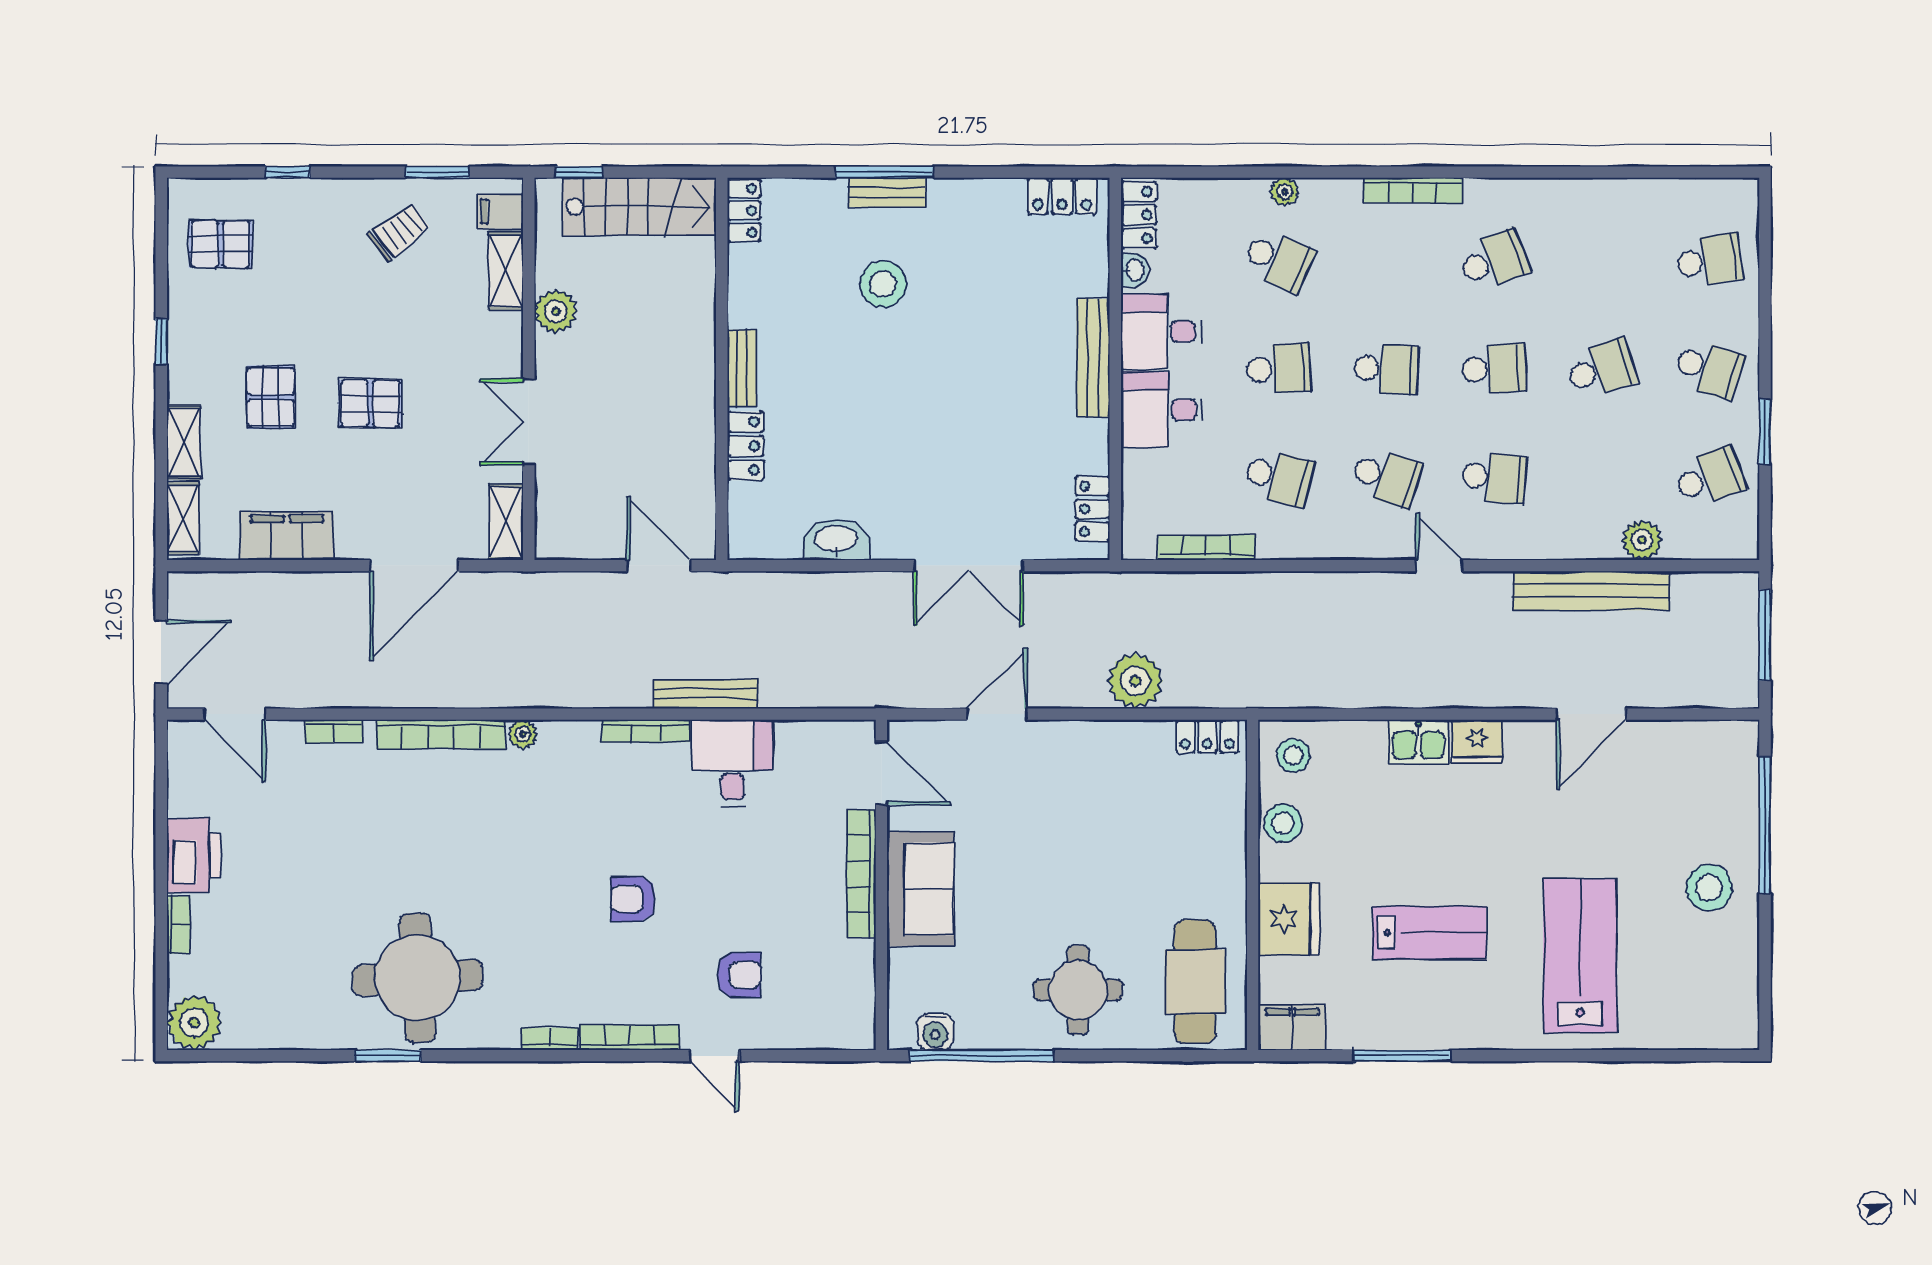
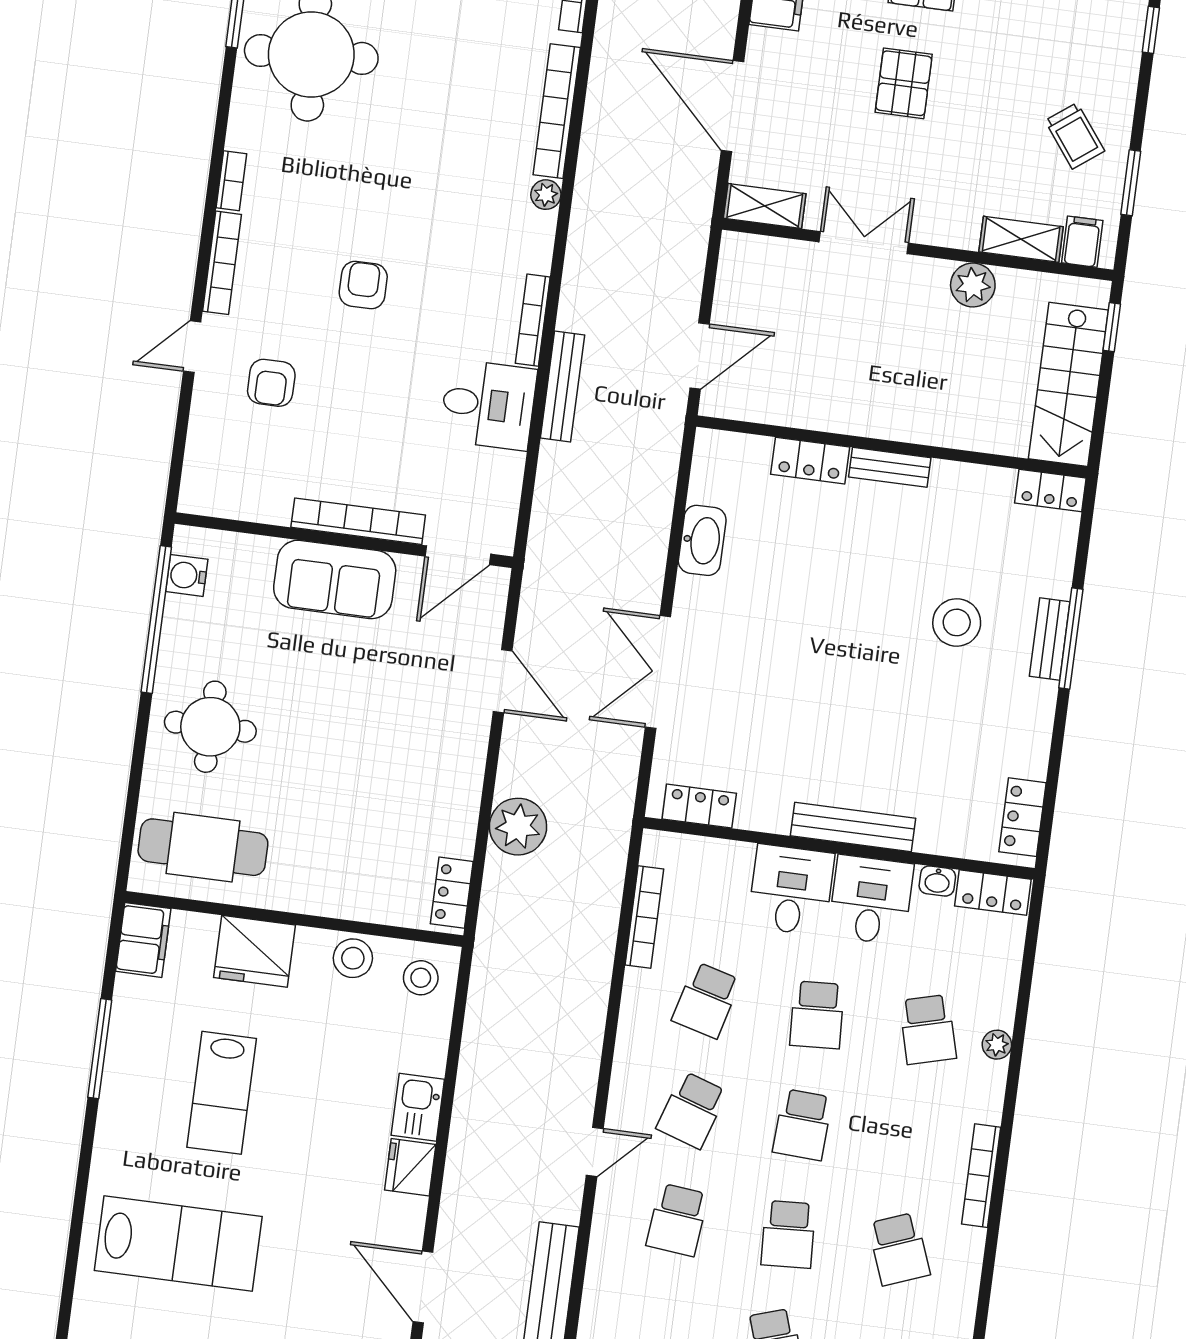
school desk: (1279, 260) -> (928, 1029), turned -39

